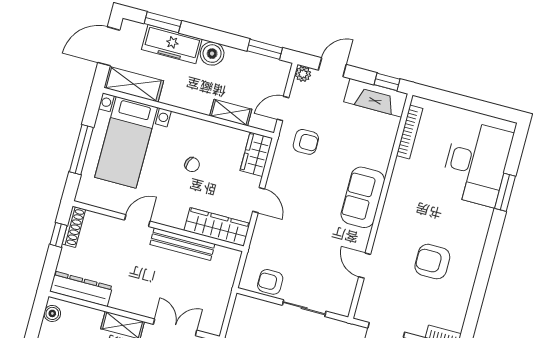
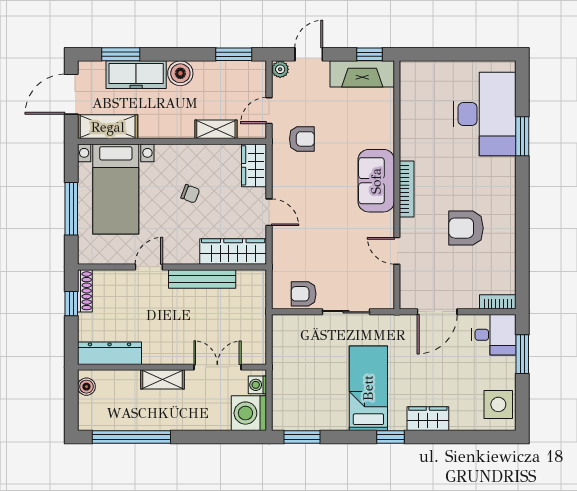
bookcase: (410, 132) -> (407, 189), moved

